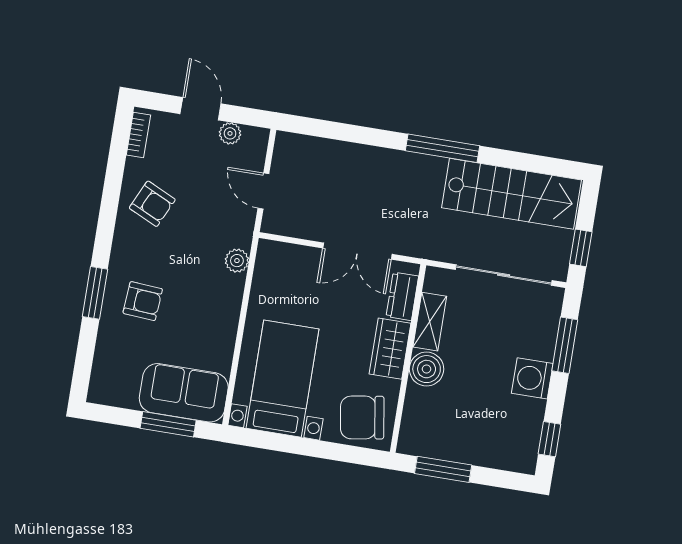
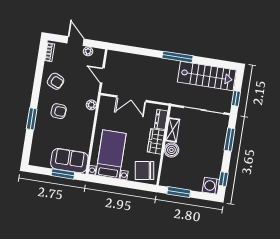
double door: (357, 251) -> (131, 99), moved
armchair: (143, 301) -> (59, 111), moved
washing machine: (532, 378) -> (211, 186), moved

